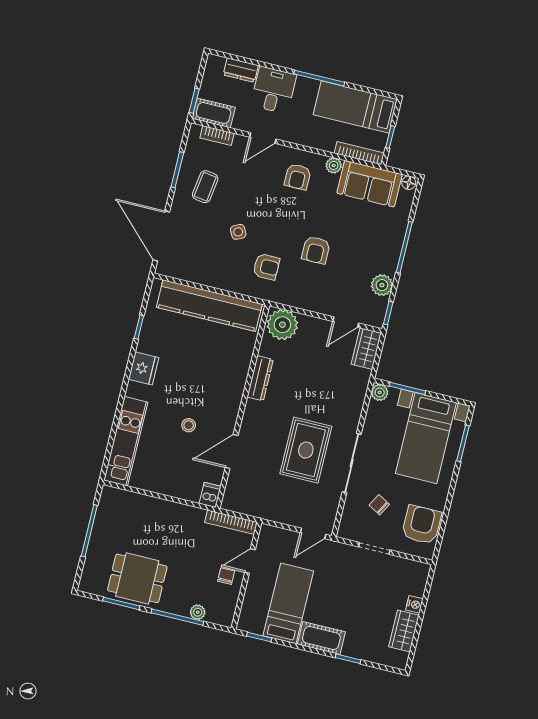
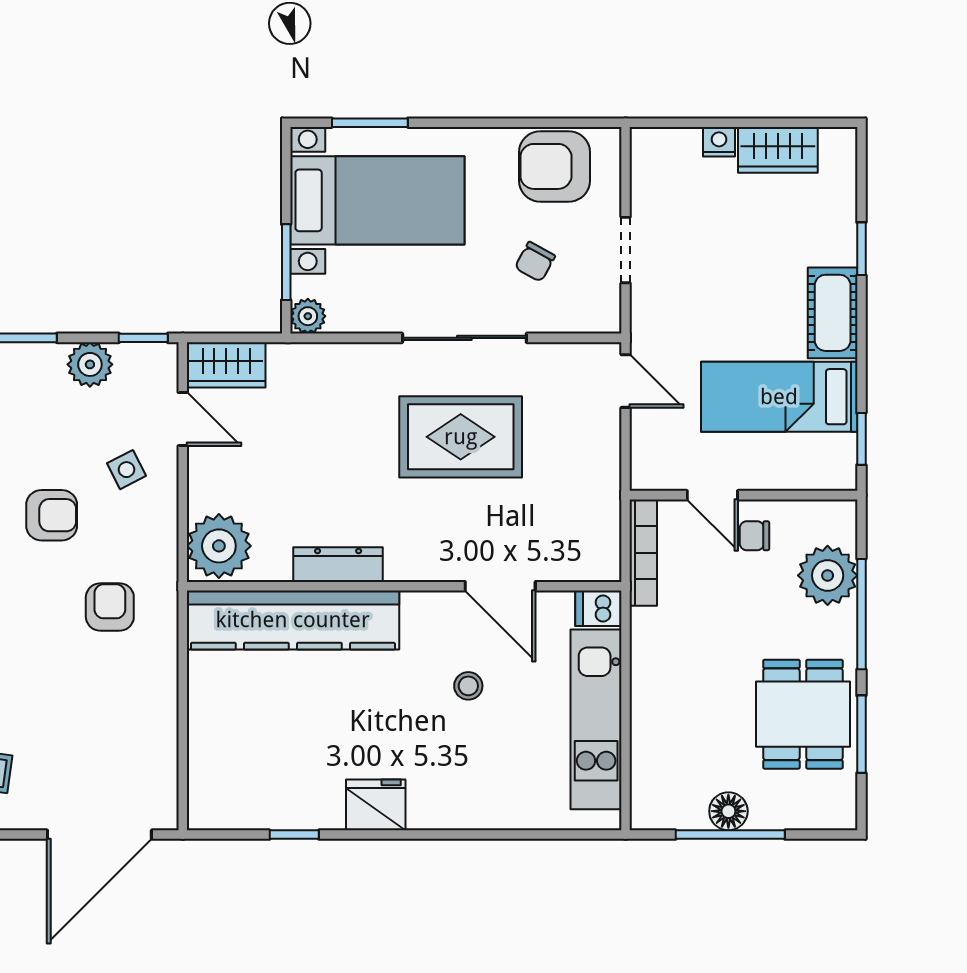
side table: (238, 232) -> (126, 470), moved
kitchen counter: (209, 306) -> (293, 620), moved, turned 90
kitchen unit: (126, 441) -> (596, 719), moved, turned -90
floor lamp: (100, 533) -> (728, 811), added
plant: (198, 612) -> (828, 575), width x1.88, depth x1.88

